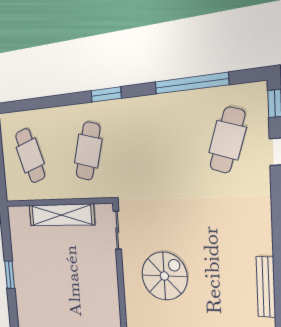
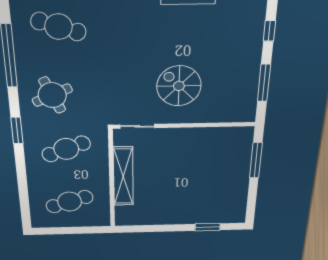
round table: (148, 134) -> (52, 95), added
cafe table: (88, 151) -> (66, 149), turned -36
window: (10, 275) -> (208, 227), moved

